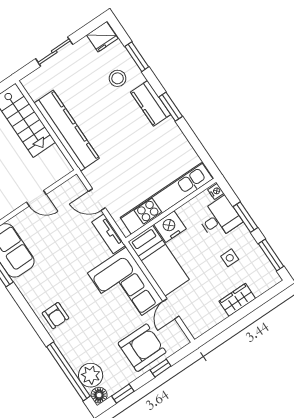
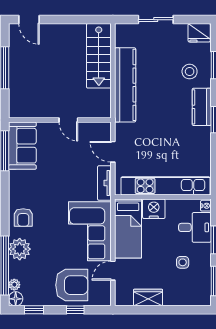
wardrobe: (237, 300) -> (148, 298), moved
plant: (72, 347) -> (20, 249), added
plant: (91, 375) -> (14, 285), width x0.53, depth x0.53

